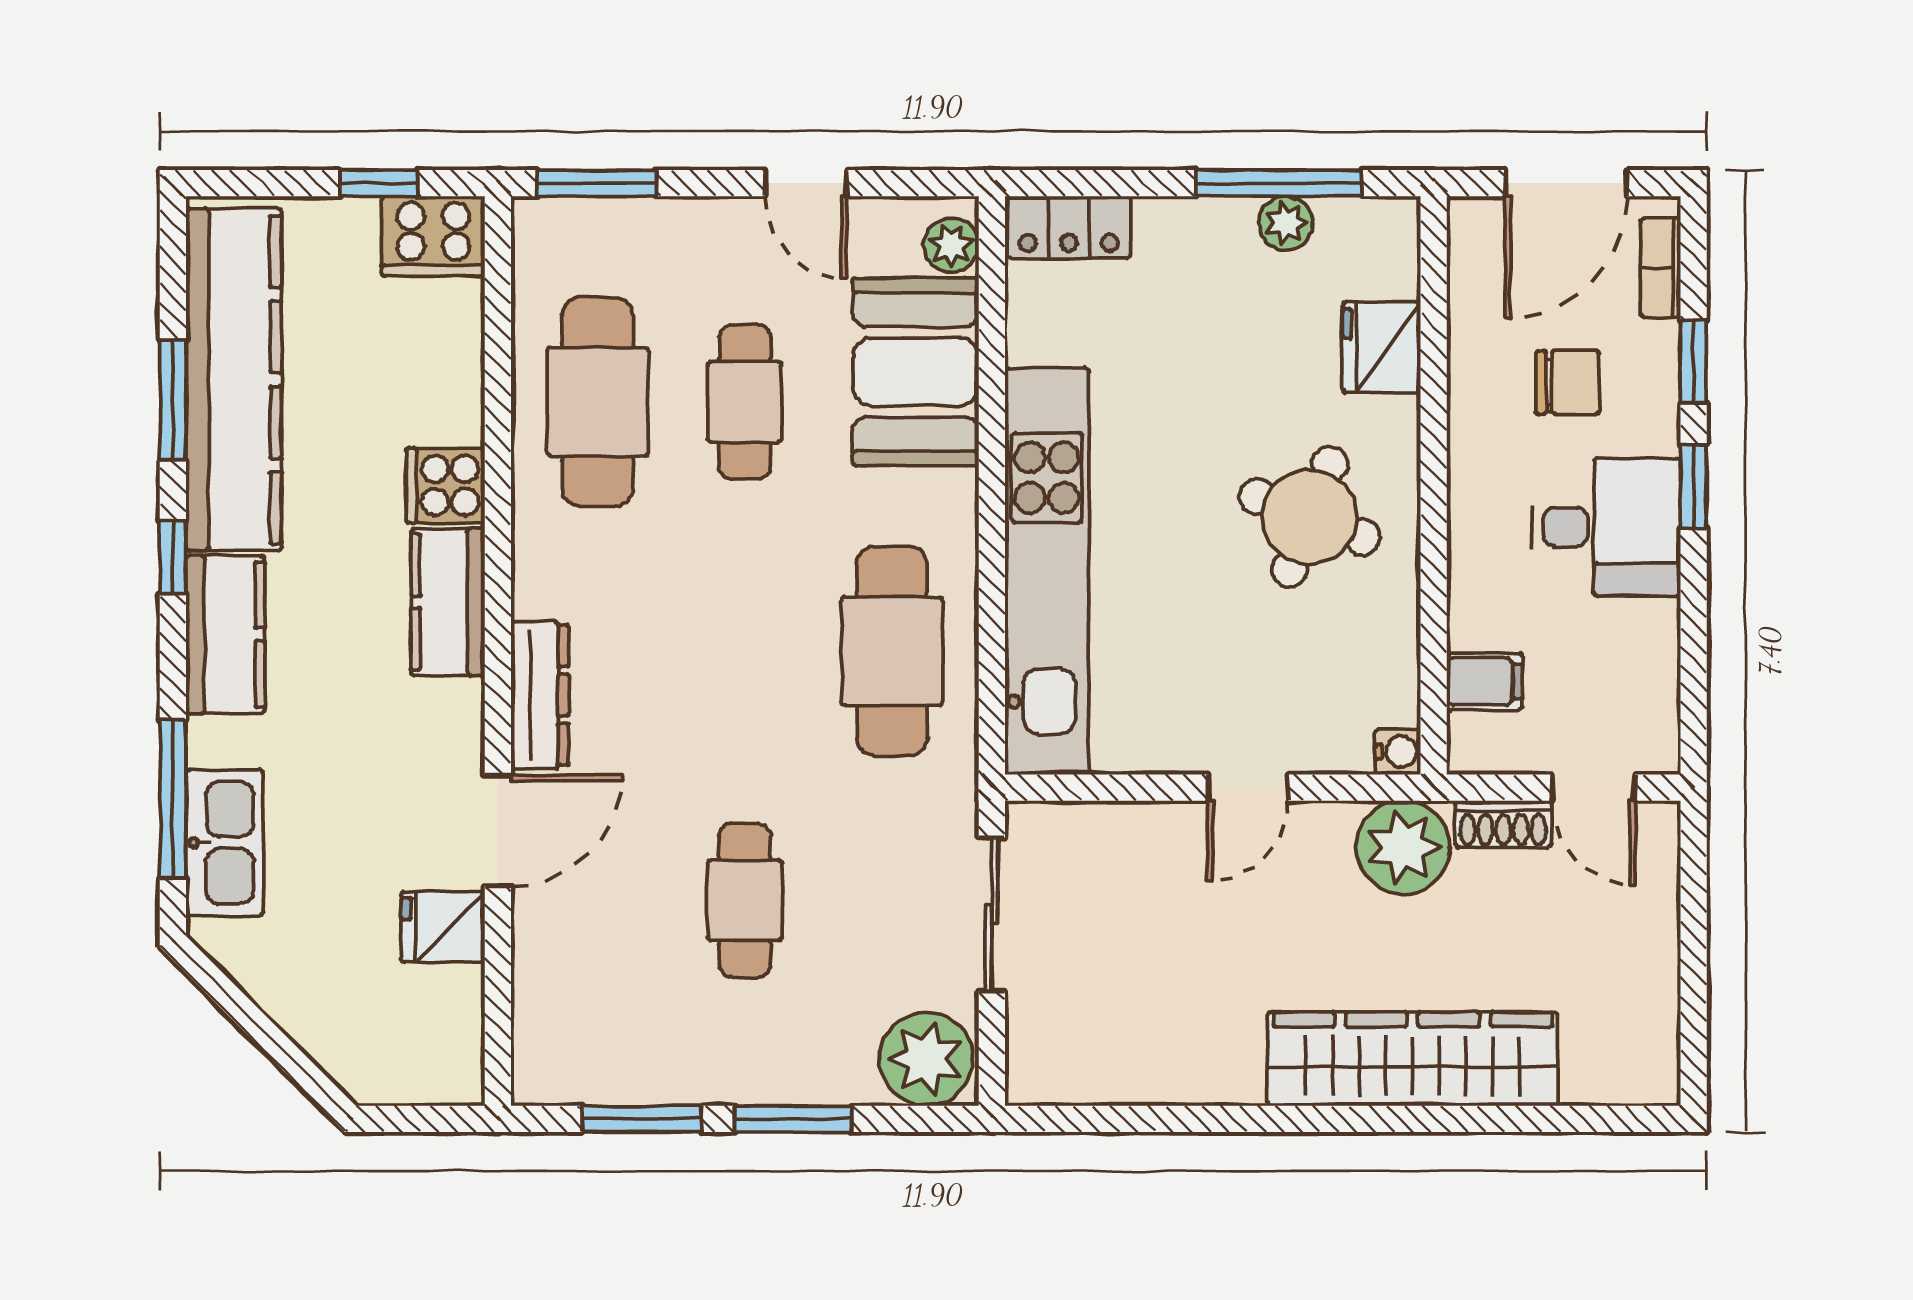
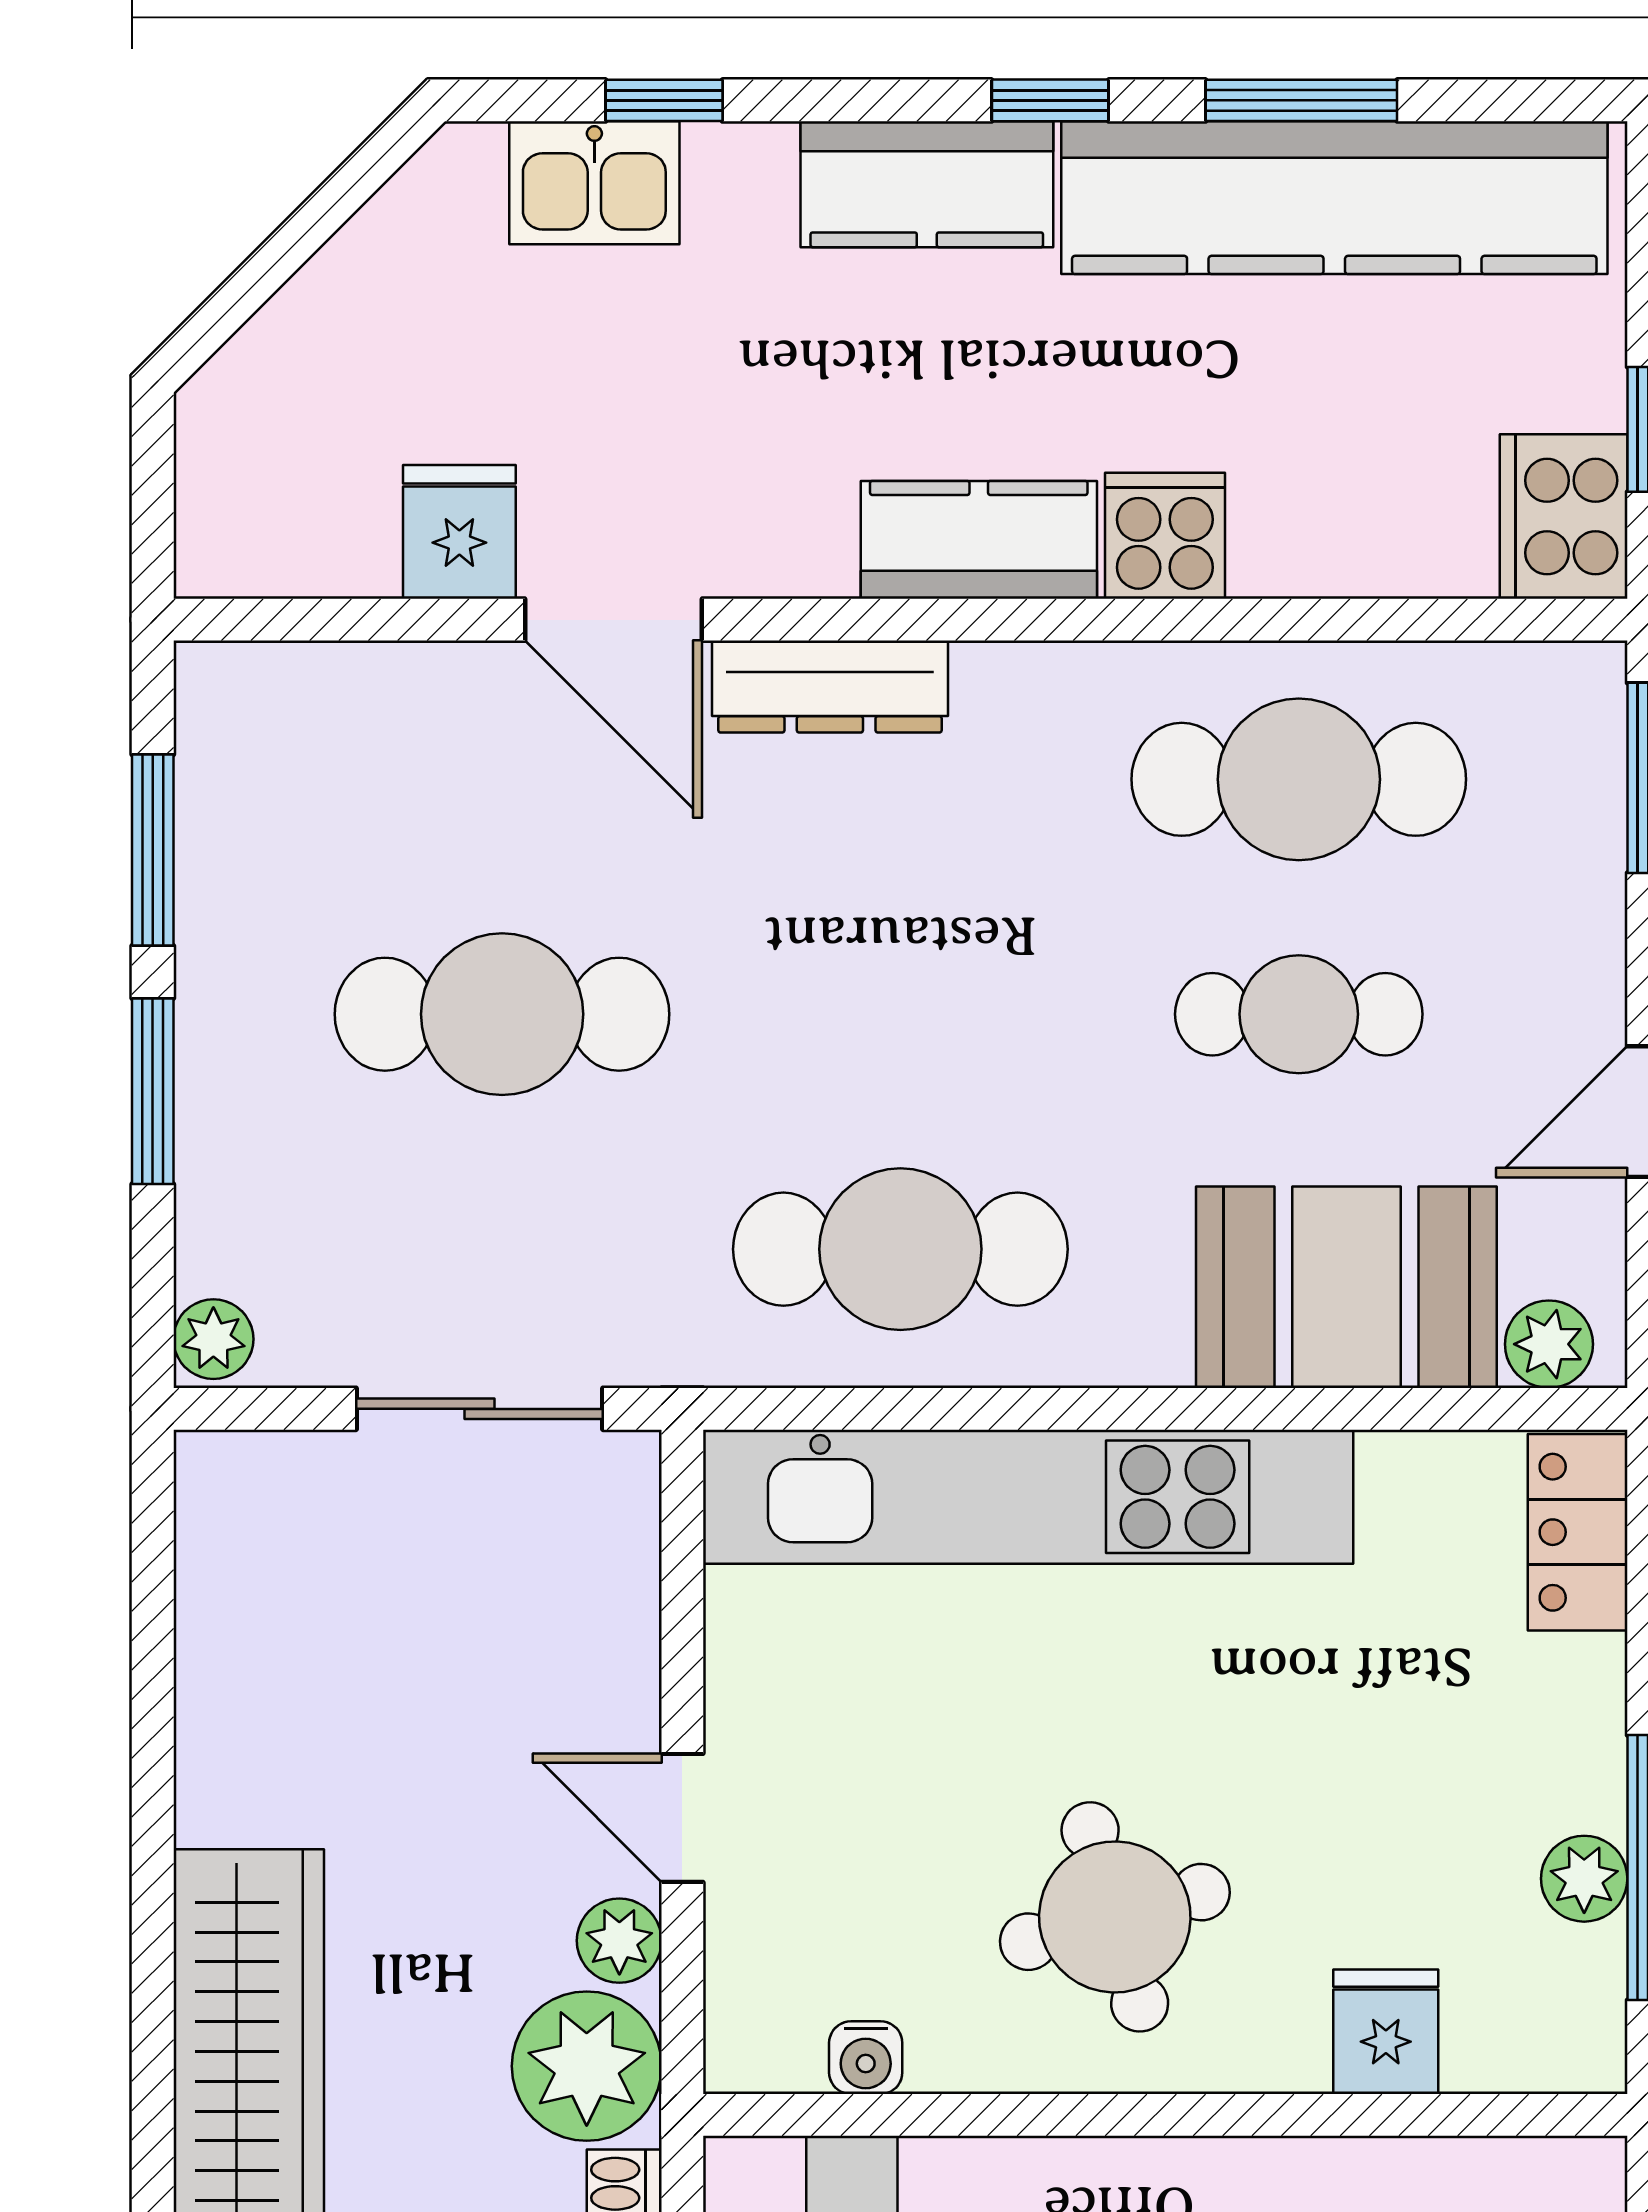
fridge: (1382, 347) -> (1386, 2032), width x0.72
round table: (1310, 517) -> (1115, 1917), turned -37
water cooler: (1398, 752) -> (866, 2058), moved
window: (173, 799) -> (664, 100), width x0.46
plant: (1325, 827) -> (619, 1941), added
kitchen sink: (224, 843) -> (594, 183), width x0.73
cafe table: (745, 900) -> (502, 1014), width x1.37, depth x1.35
plant: (926, 1059) -> (213, 1339), width x0.53, depth x0.53

